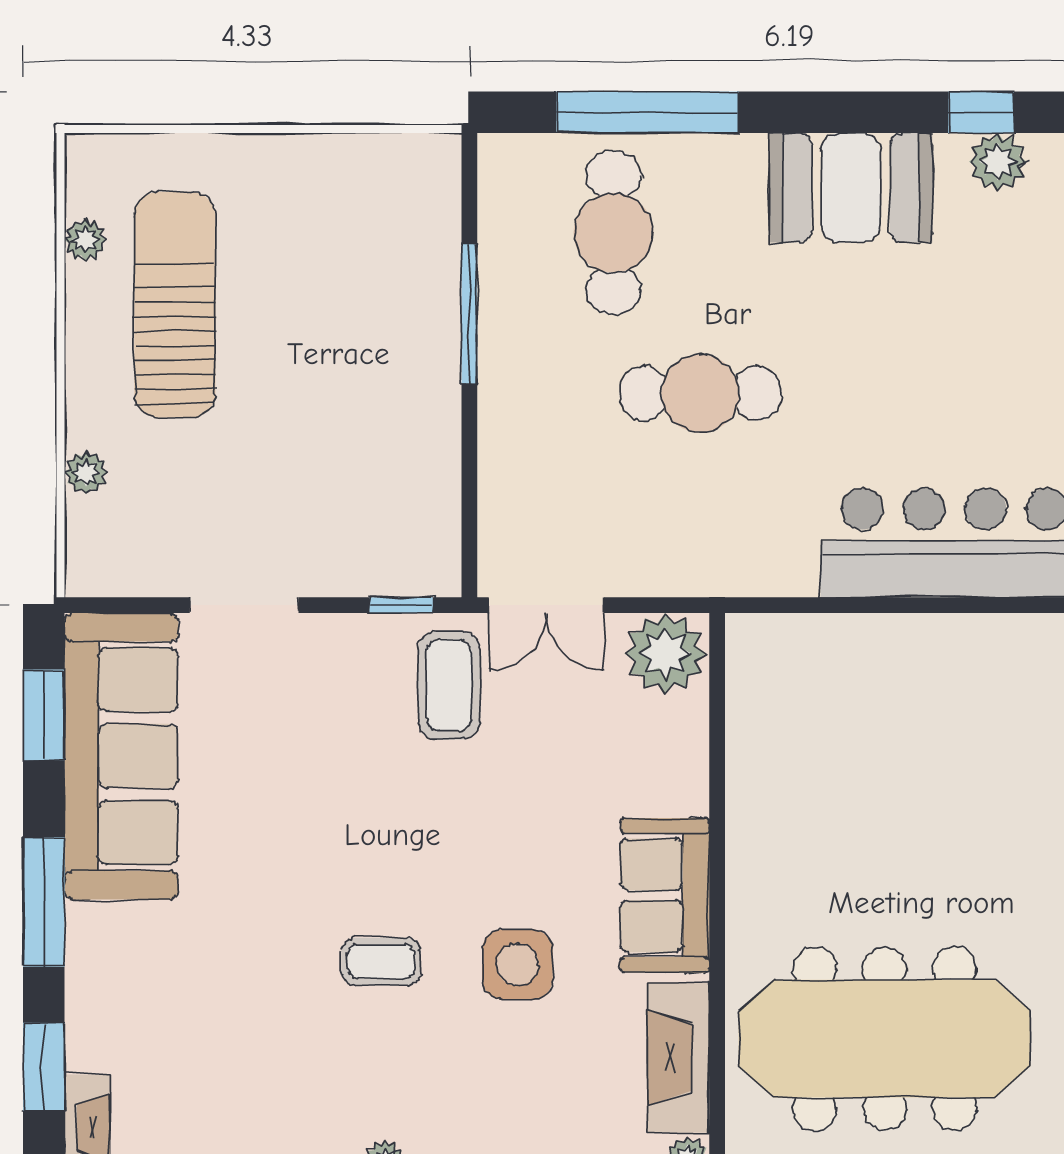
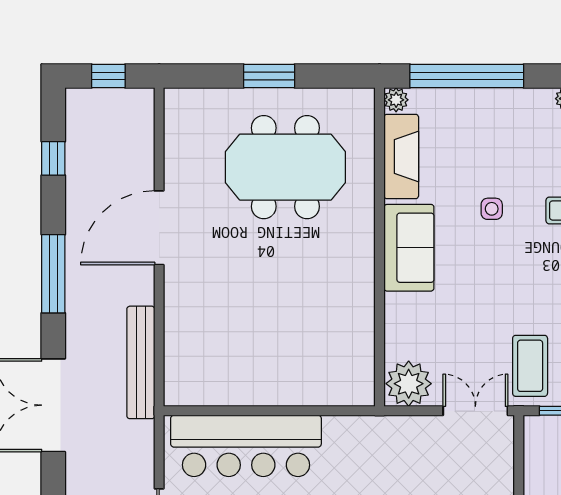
side table: (517, 965) -> (492, 209), width x0.54, depth x0.54
meeting table: (885, 1039) -> (285, 167), width x0.73

